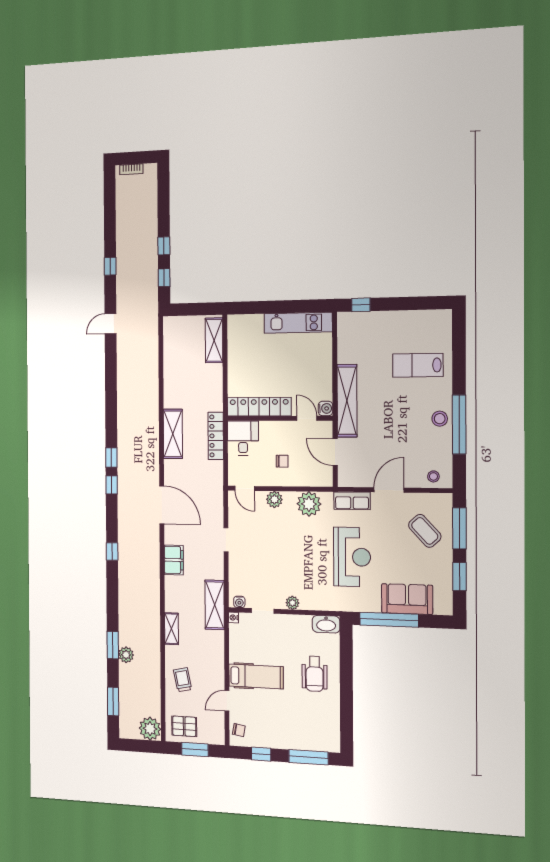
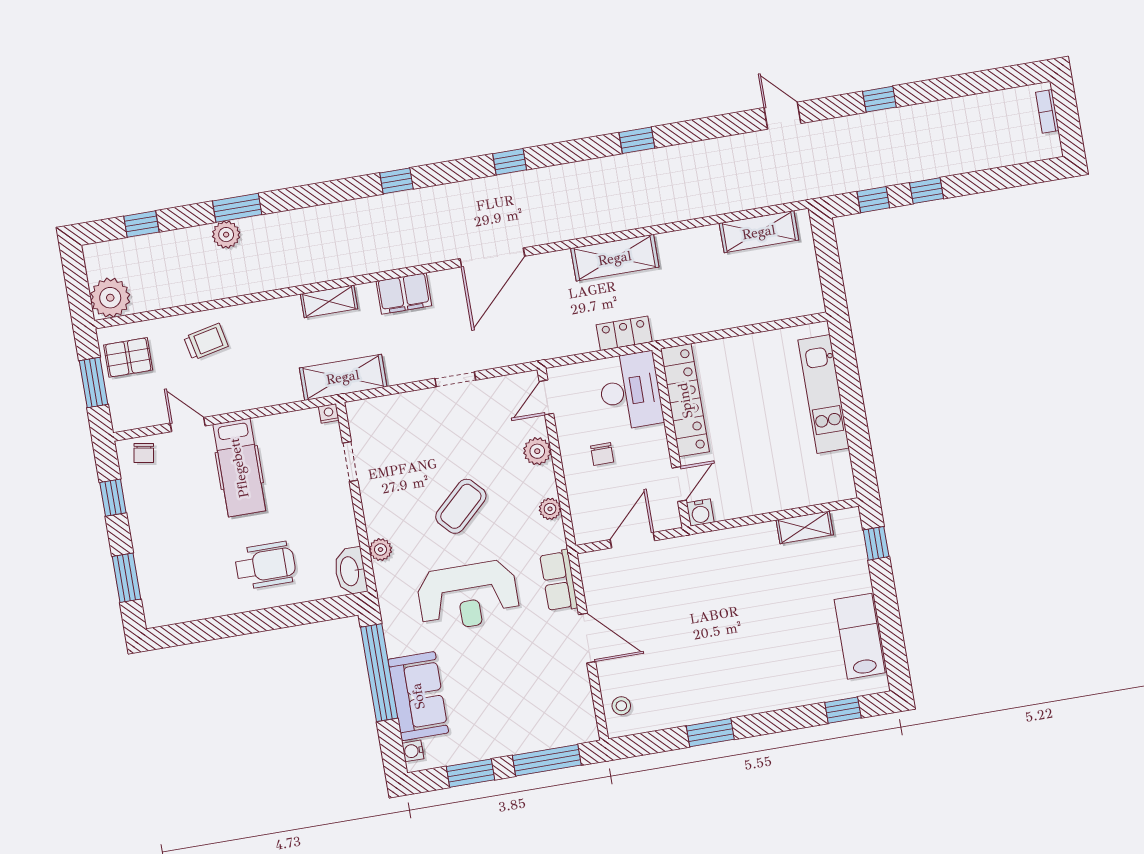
kitchen unit: (298, 323) -> (824, 394), moved
shelving: (214, 340) -> (759, 232), moved
window: (459, 340) -> (843, 710), added
lab bench: (418, 365) -> (860, 636), moved
shelving: (347, 401) -> (805, 527), moved, width x0.45, depth x0.75
stool: (440, 419) -> (714, 700), removed
window: (459, 425) -> (710, 733), width x0.47
locker: (216, 436) -> (624, 333), width x0.66
desk: (243, 438) -> (630, 391), width x1.37
window: (111, 458) -> (637, 140), moved
plant: (309, 504) -> (550, 509), width x0.53, depth x0.53
coffee table: (425, 531) -> (461, 506), moved
water cooler: (239, 602) -> (413, 751), moved
plant: (292, 603) -> (381, 550), moved
shelving: (172, 629) -> (329, 301), moved
wheelchair: (315, 674) -> (265, 565), turned 180
window: (113, 701) -> (141, 224), width x0.67
pallet: (184, 726) -> (128, 357), turned 90
window: (308, 757) -> (127, 578), width x0.69

